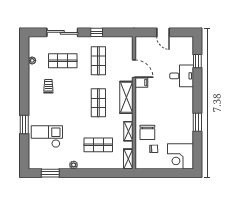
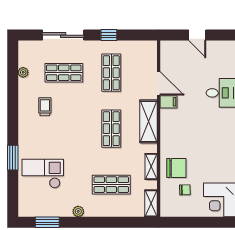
chair: (147, 132) -> (176, 168), turned -90

